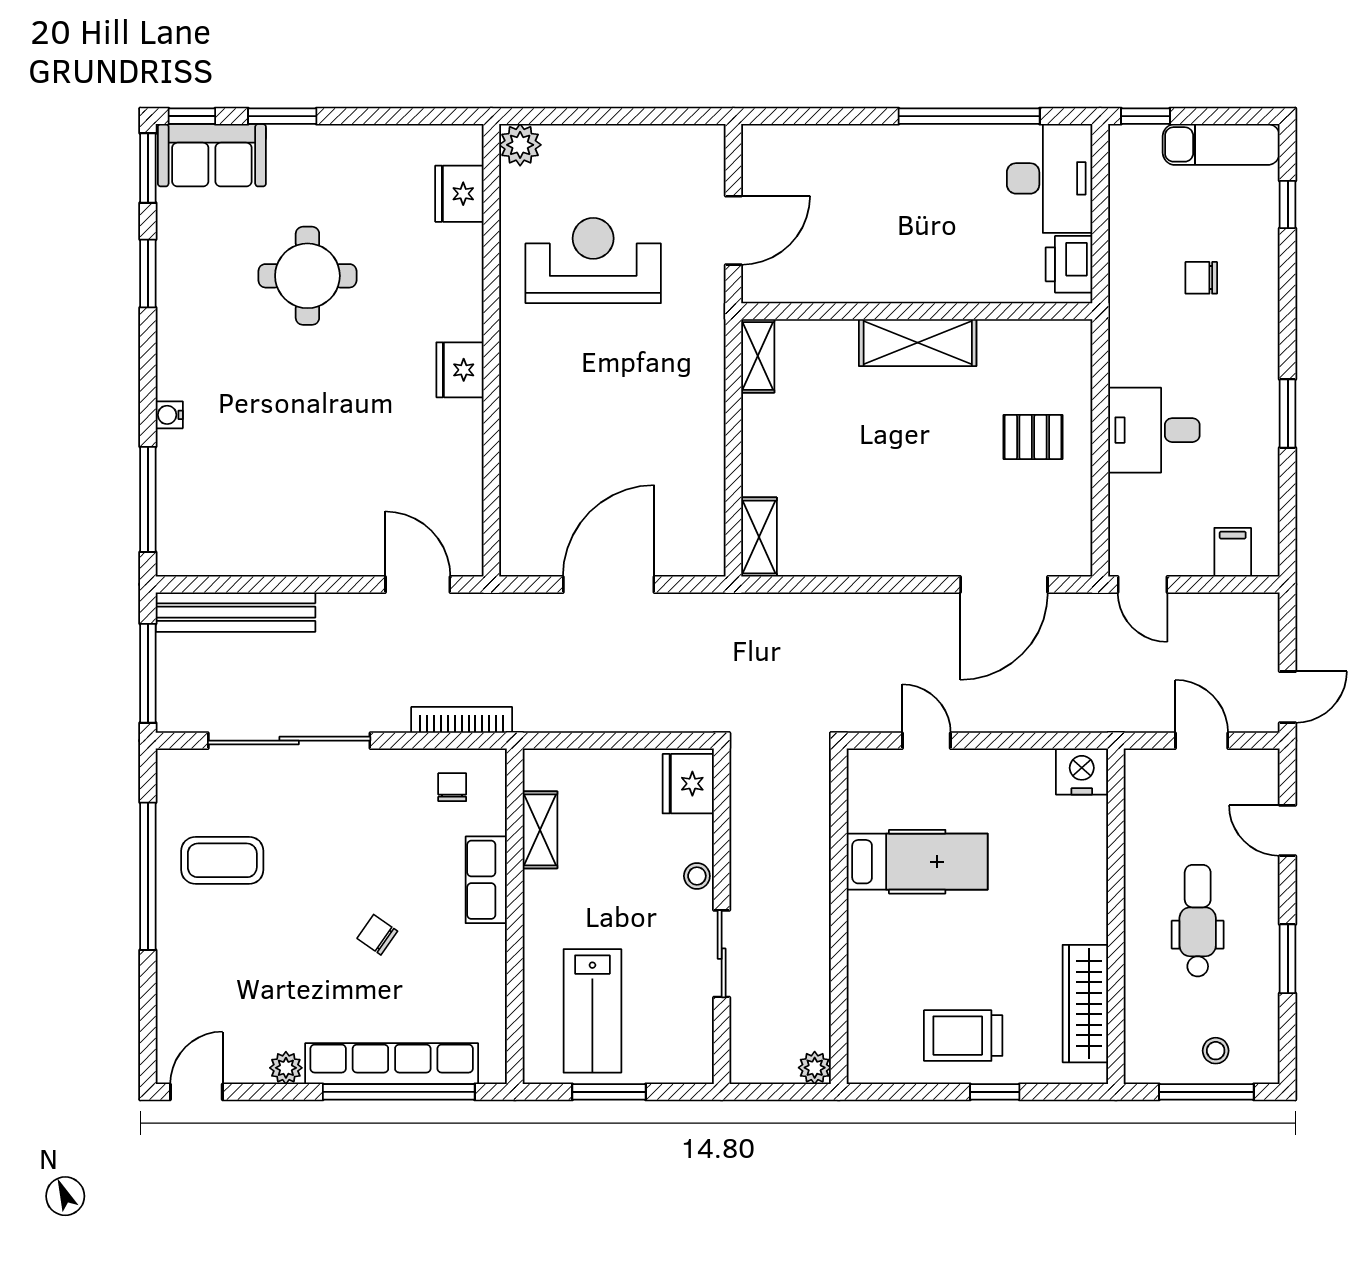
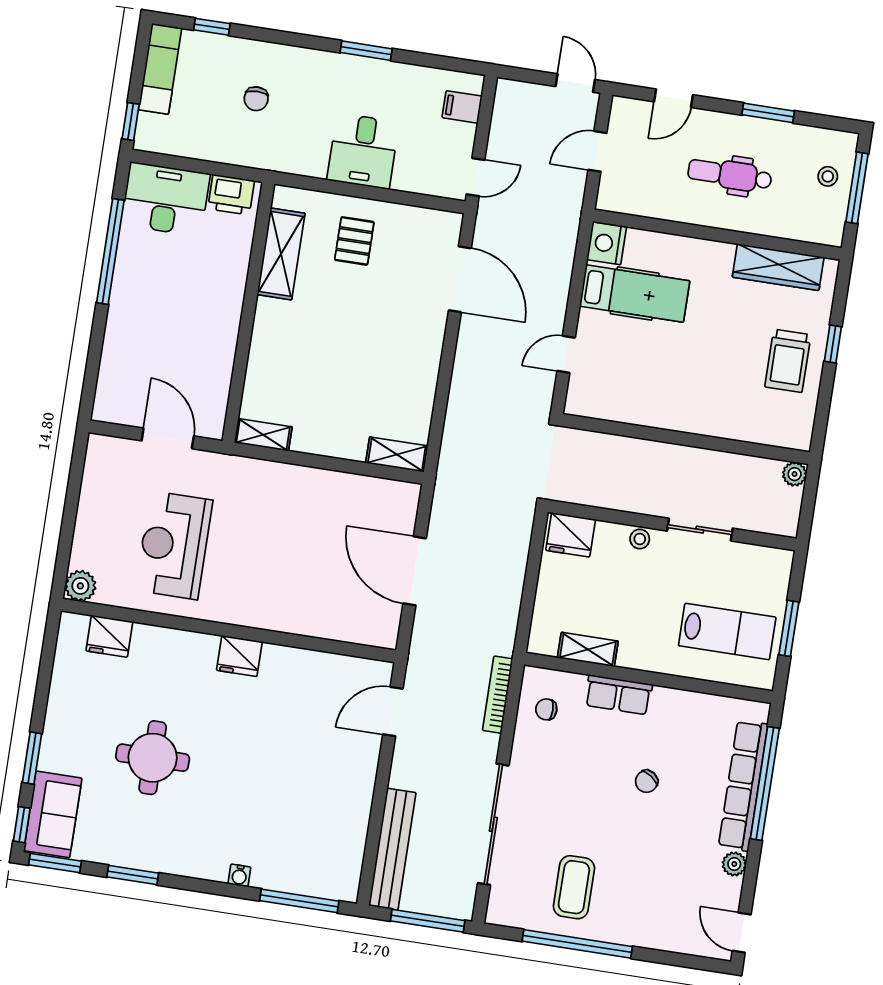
shelving: (918, 343) -> (281, 254), moved
hospital bed: (917, 862) -> (635, 293), moved, turned 90

